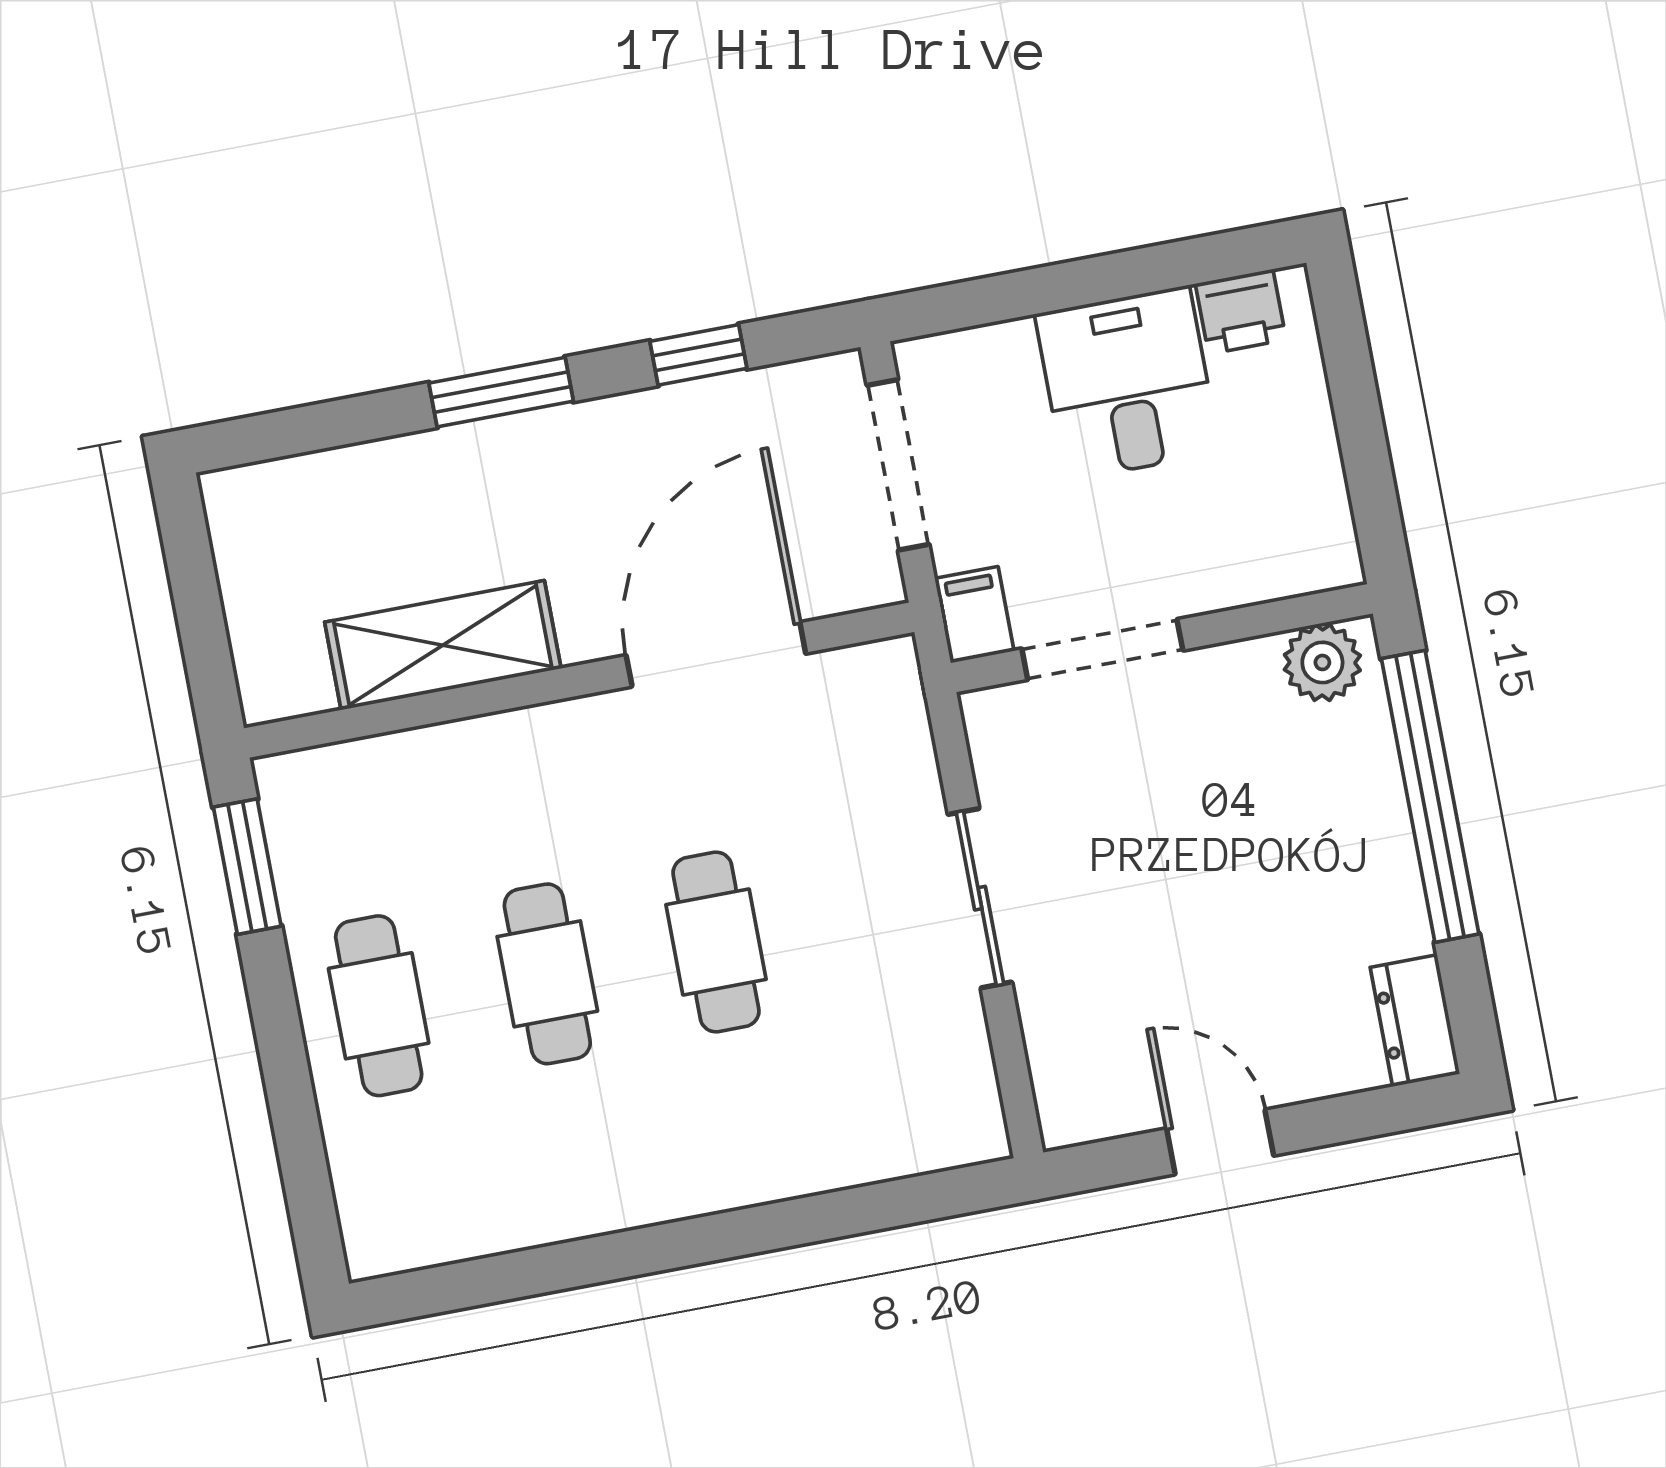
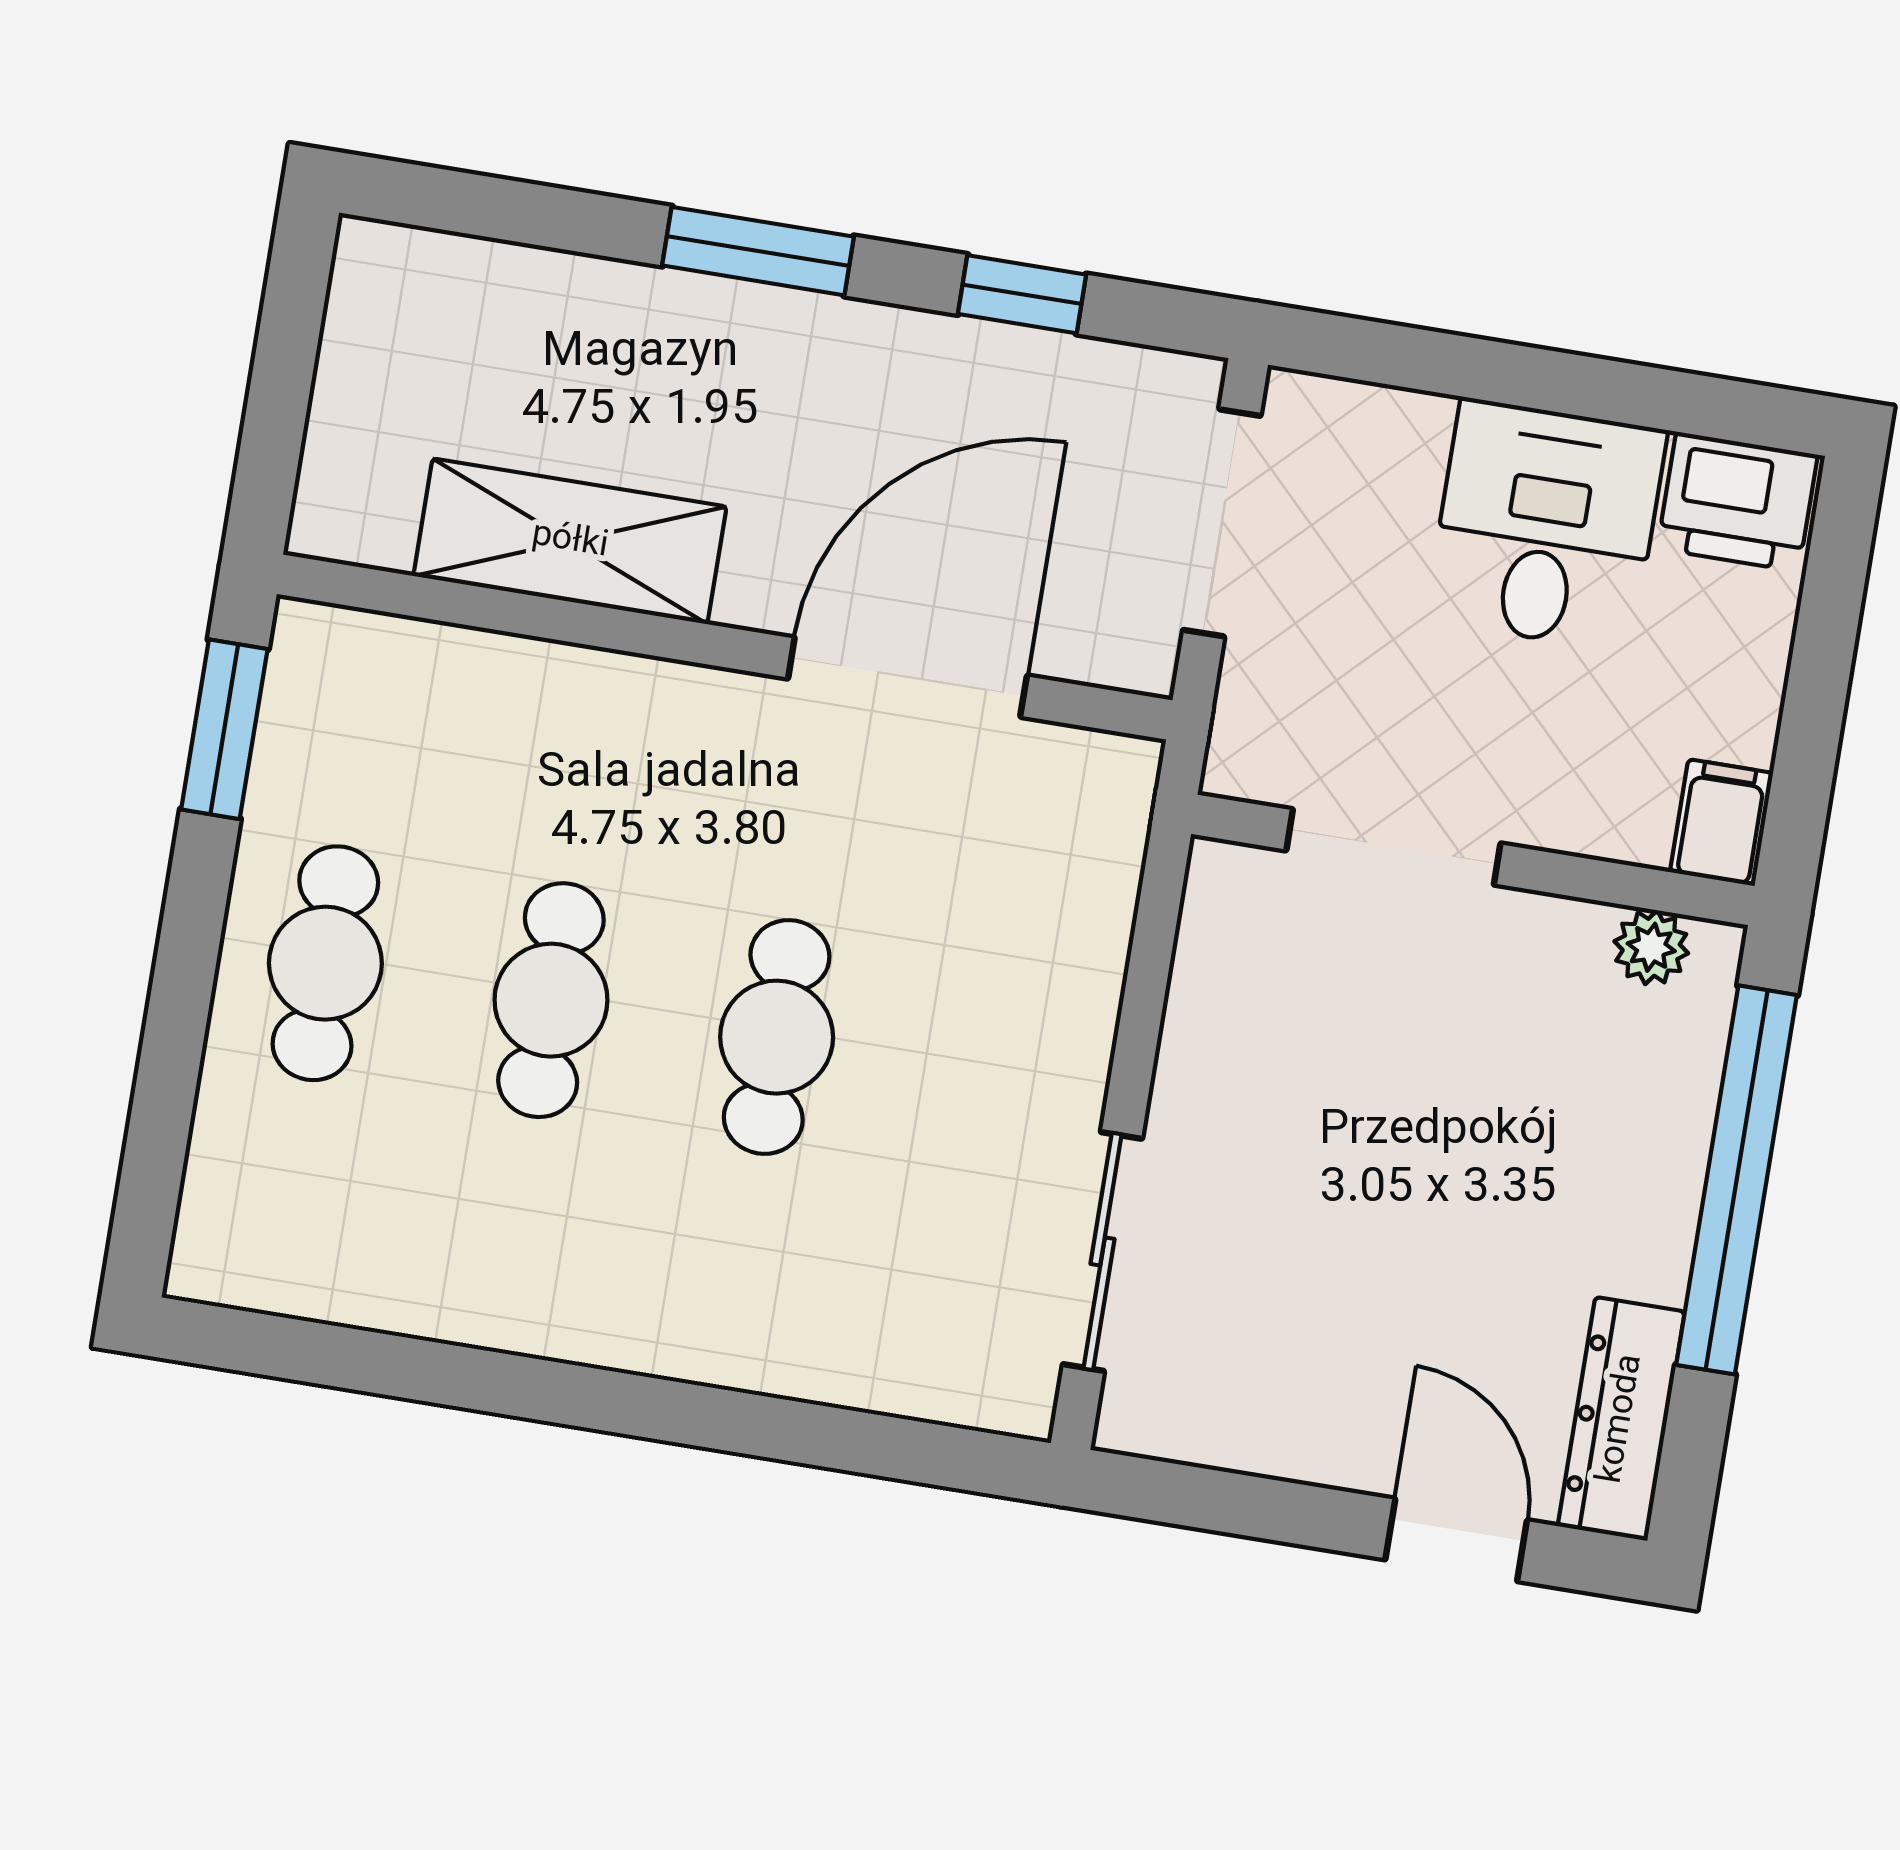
printer: (1241, 312) -> (1737, 502), width x1.36, depth x1.24
filing cabinet: (974, 615) -> (1721, 823), moved
plant: (1322, 662) -> (1651, 947), width x0.73, depth x0.73
sliding door: (980, 898) -> (1102, 1251), moved
dresser: (1415, 1021) -> (1621, 1419), width x1.44
door: (1220, 1142) -> (1456, 1540), moved

